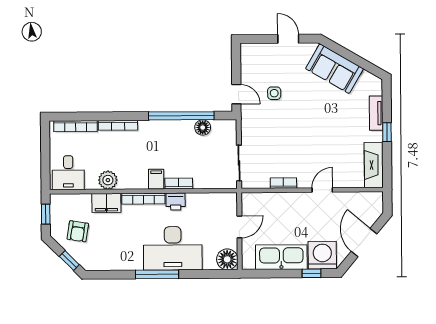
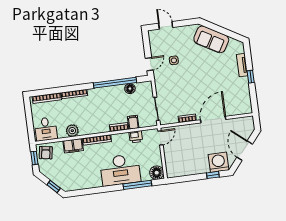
door: (288, 39) -> (166, 25), moved
door: (236, 94) -> (149, 64), hinge flipped
fireplace: (374, 165) -> (245, 99), removed
filing cabinet: (156, 179) -> (133, 122), moved
door: (322, 190) -> (213, 120), width x1.87
printer: (176, 202) -> (136, 137), moved
door: (239, 227) -> (160, 138), moved
armchair: (78, 231) -> (46, 153), moved
kitchen sink: (281, 257) -> (192, 167), removed
window: (157, 274) -> (137, 185), moved

